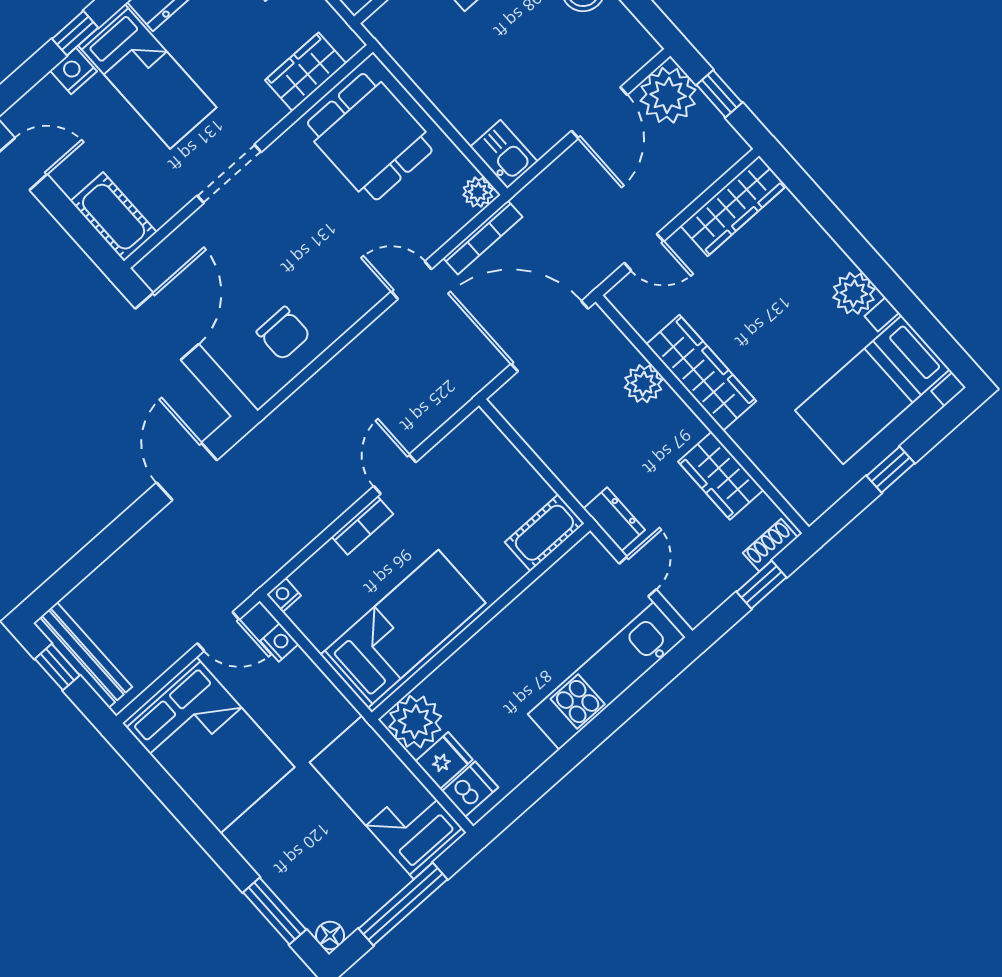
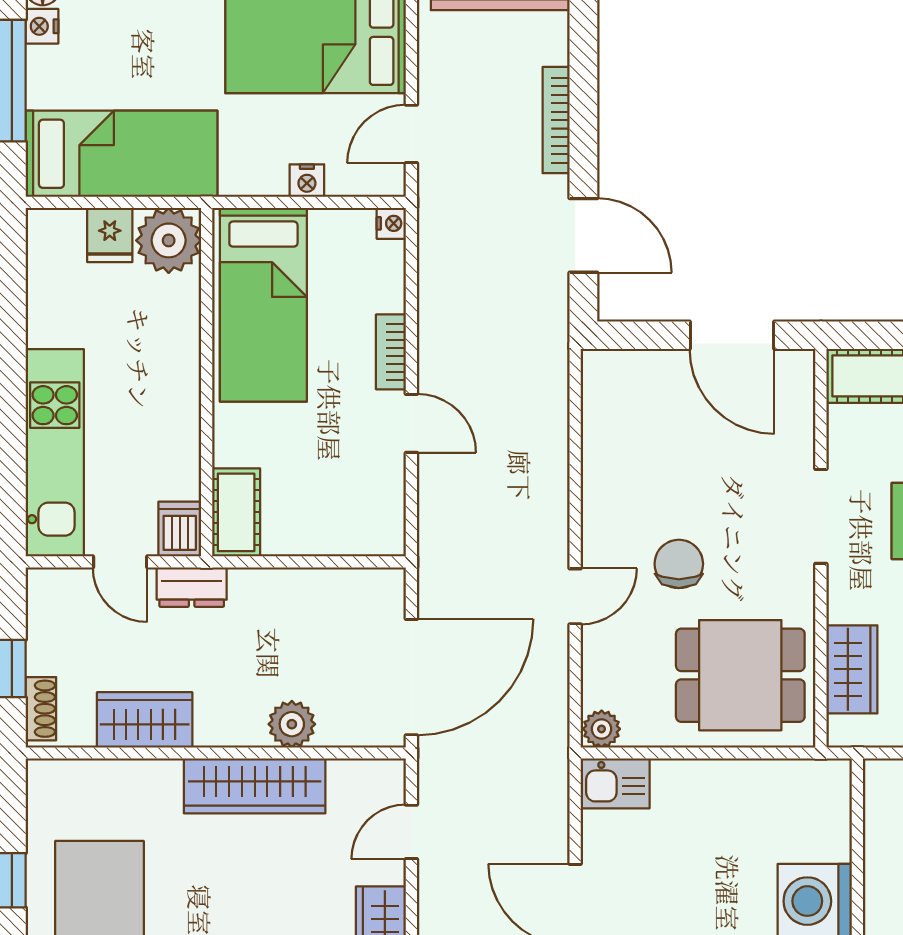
bookcase: (483, 237) -> (556, 120), moved
chair: (283, 333) -> (679, 564), moved, turned 90
nightstand: (279, 643) -> (307, 181), moved
dishwasher: (470, 789) -> (180, 529), moved, turned 180
nightstand: (353, 915) -> (42, 26), added

